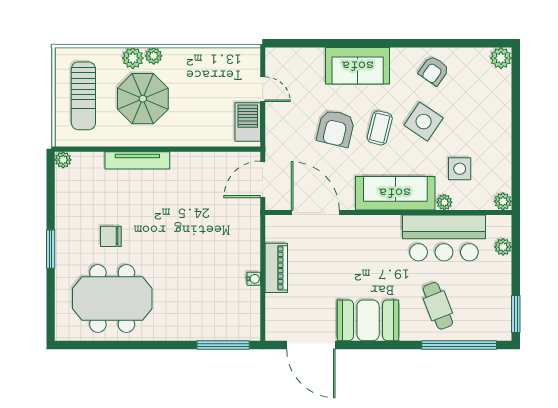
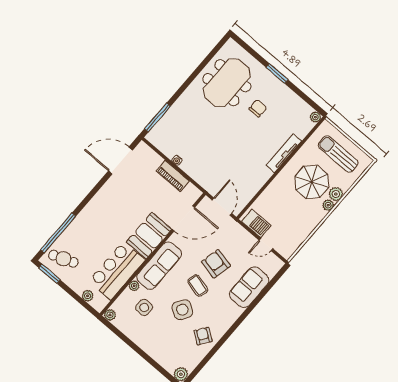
sofa: (358, 66) -> (249, 287), moved
cafe table: (438, 306) -> (63, 259), moved
booth: (368, 320) -> (149, 236), moved

